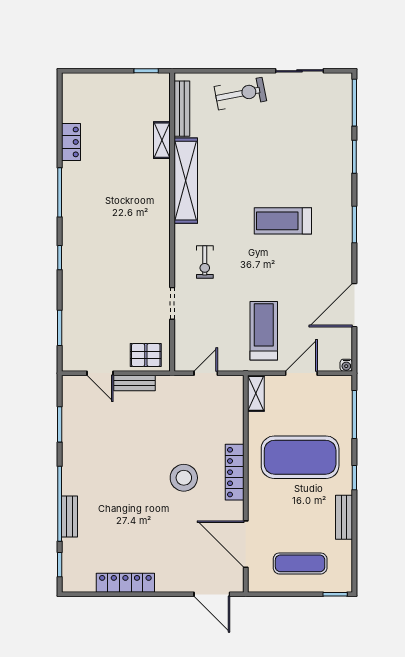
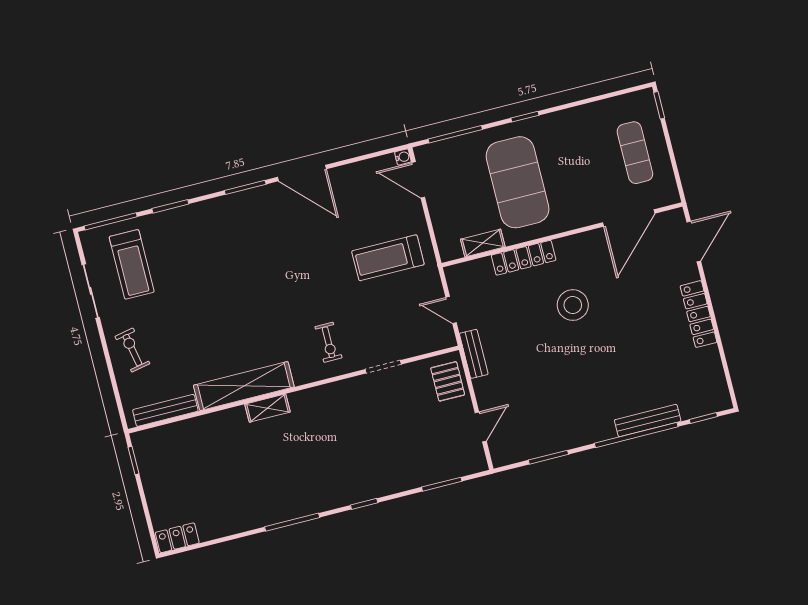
exercise bike: (240, 94) -> (132, 350), width x0.73, depth x0.72
shelving: (162, 140) -> (267, 408), moved
locker: (71, 142) -> (177, 538), moved
treadmill: (283, 221) -> (132, 264), moved
exercise bike: (205, 262) -> (328, 342), turned 90
door: (354, 305) -> (302, 173), moved
door: (301, 373) -> (418, 180), moved
bench: (134, 383) -> (474, 354), moved
shelving: (256, 393) -> (483, 243), moved
locker: (235, 472) -> (524, 258), moved
bench: (70, 517) -> (648, 421), width x1.36
bench: (344, 517) -> (572, 117), removed
locker: (125, 583) -> (698, 314), moved

